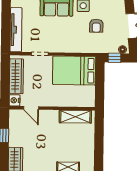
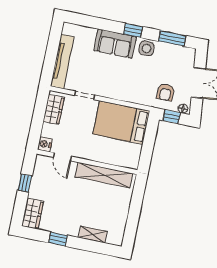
armchair: (96, 26) -> (166, 92), moved
wardrobe: (16, 76) -> (54, 109), width x0.67
shelving: (75, 117) -> (104, 175), width x1.47

